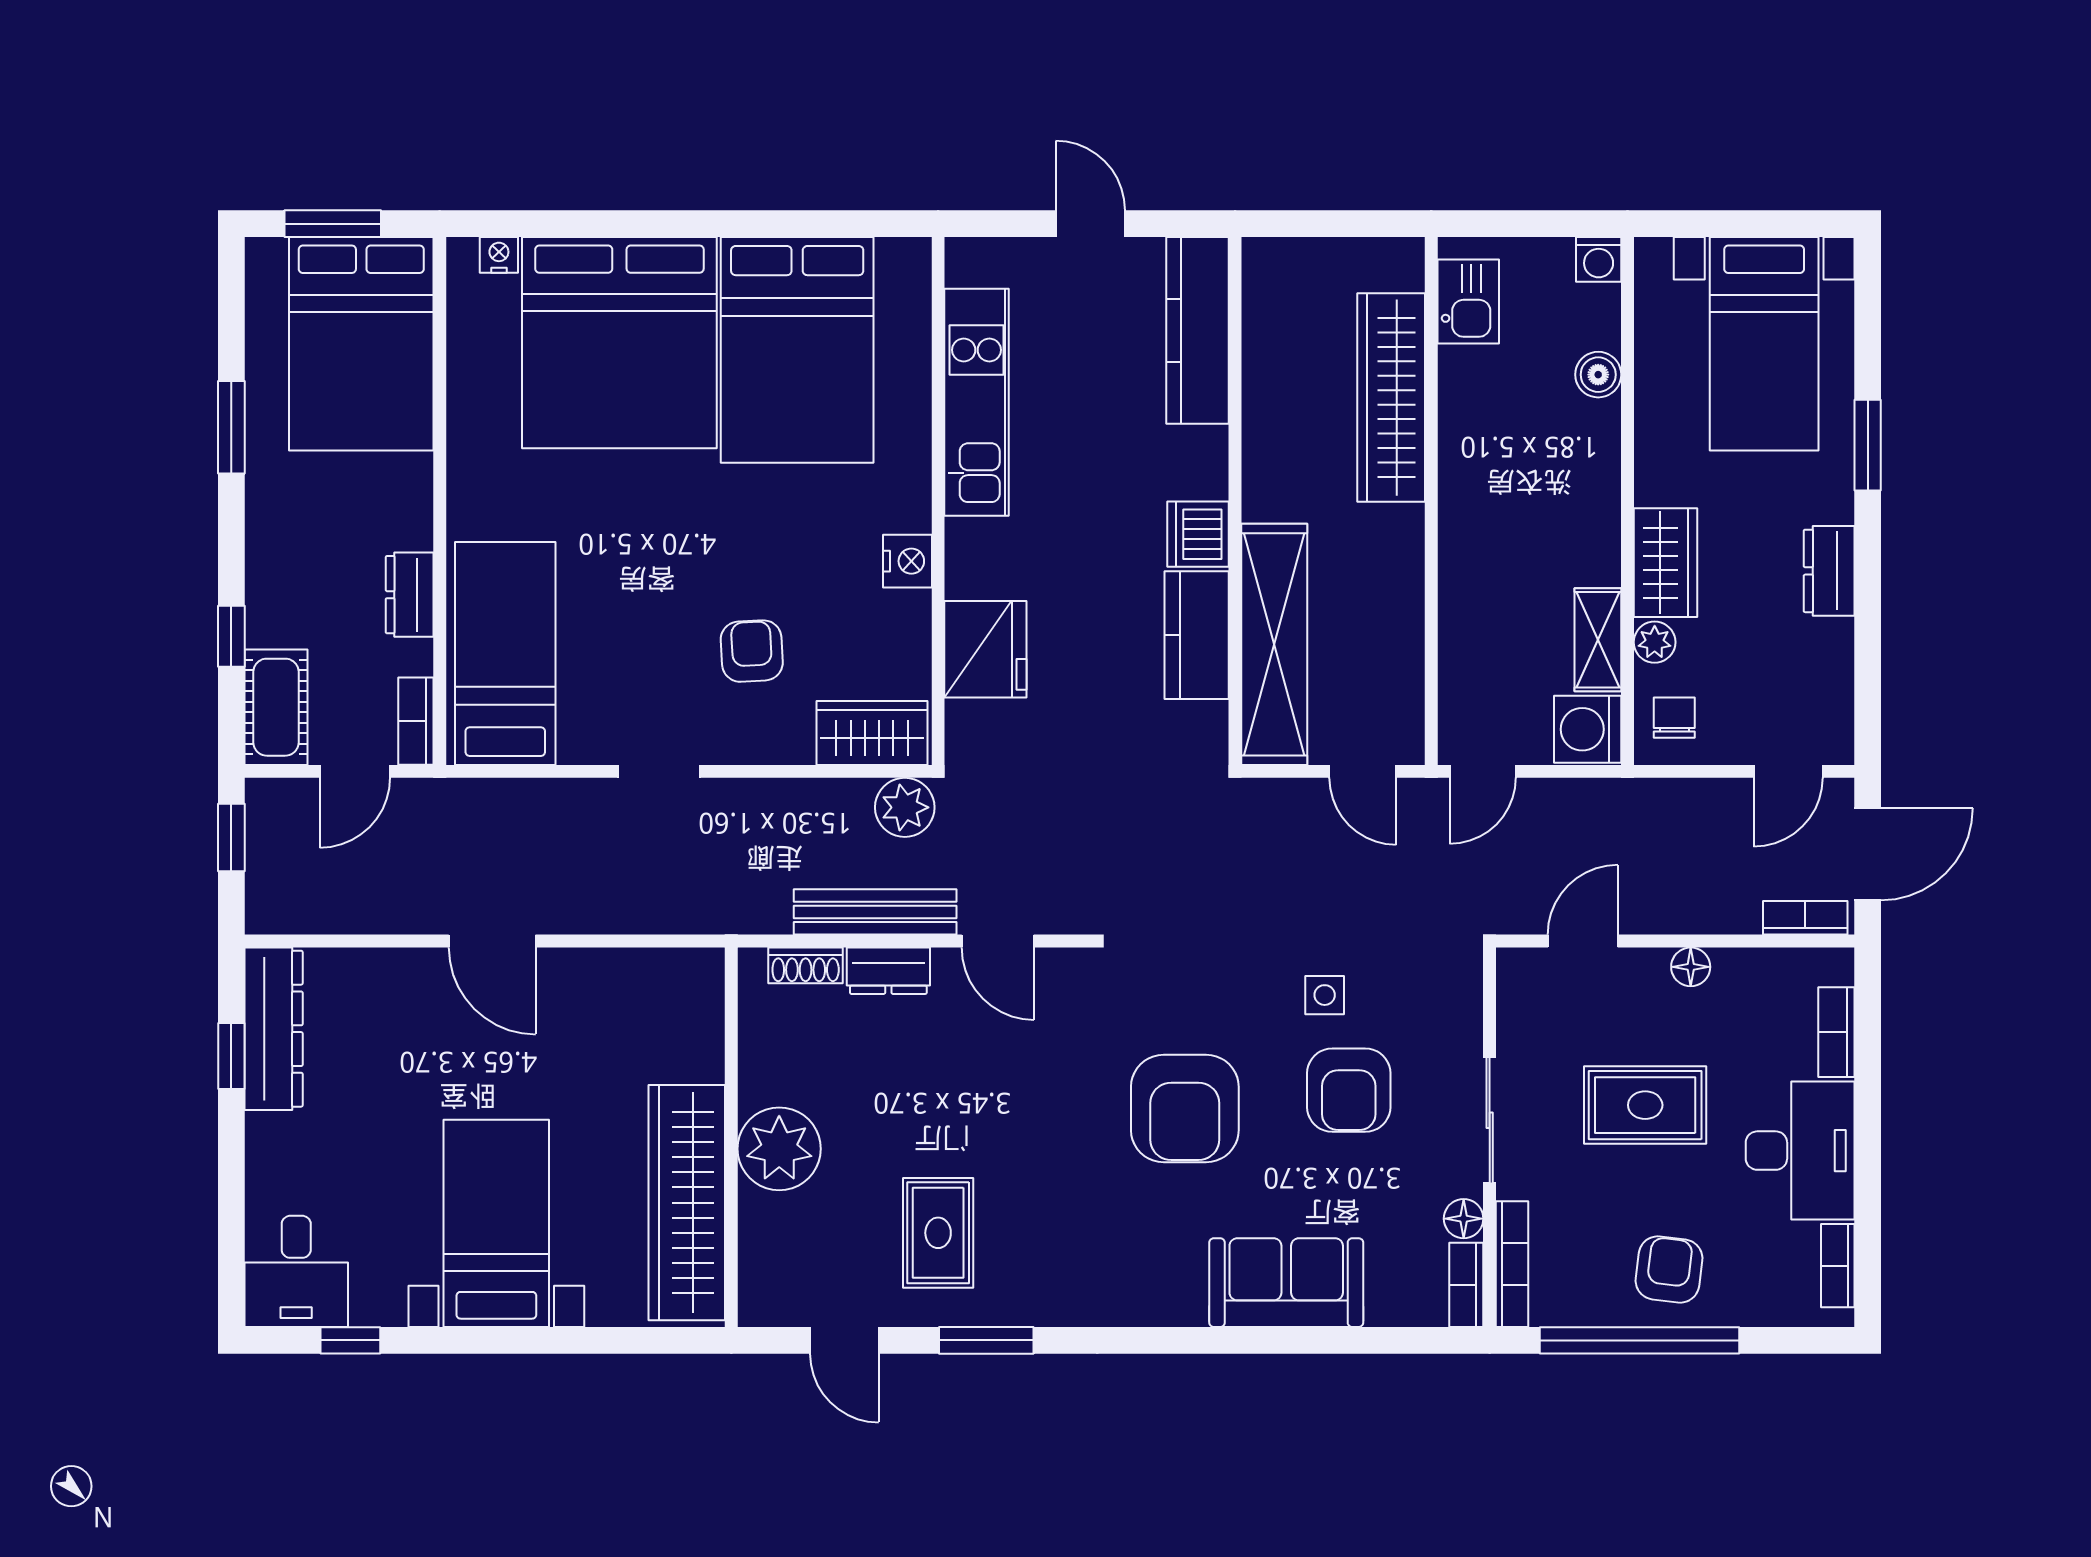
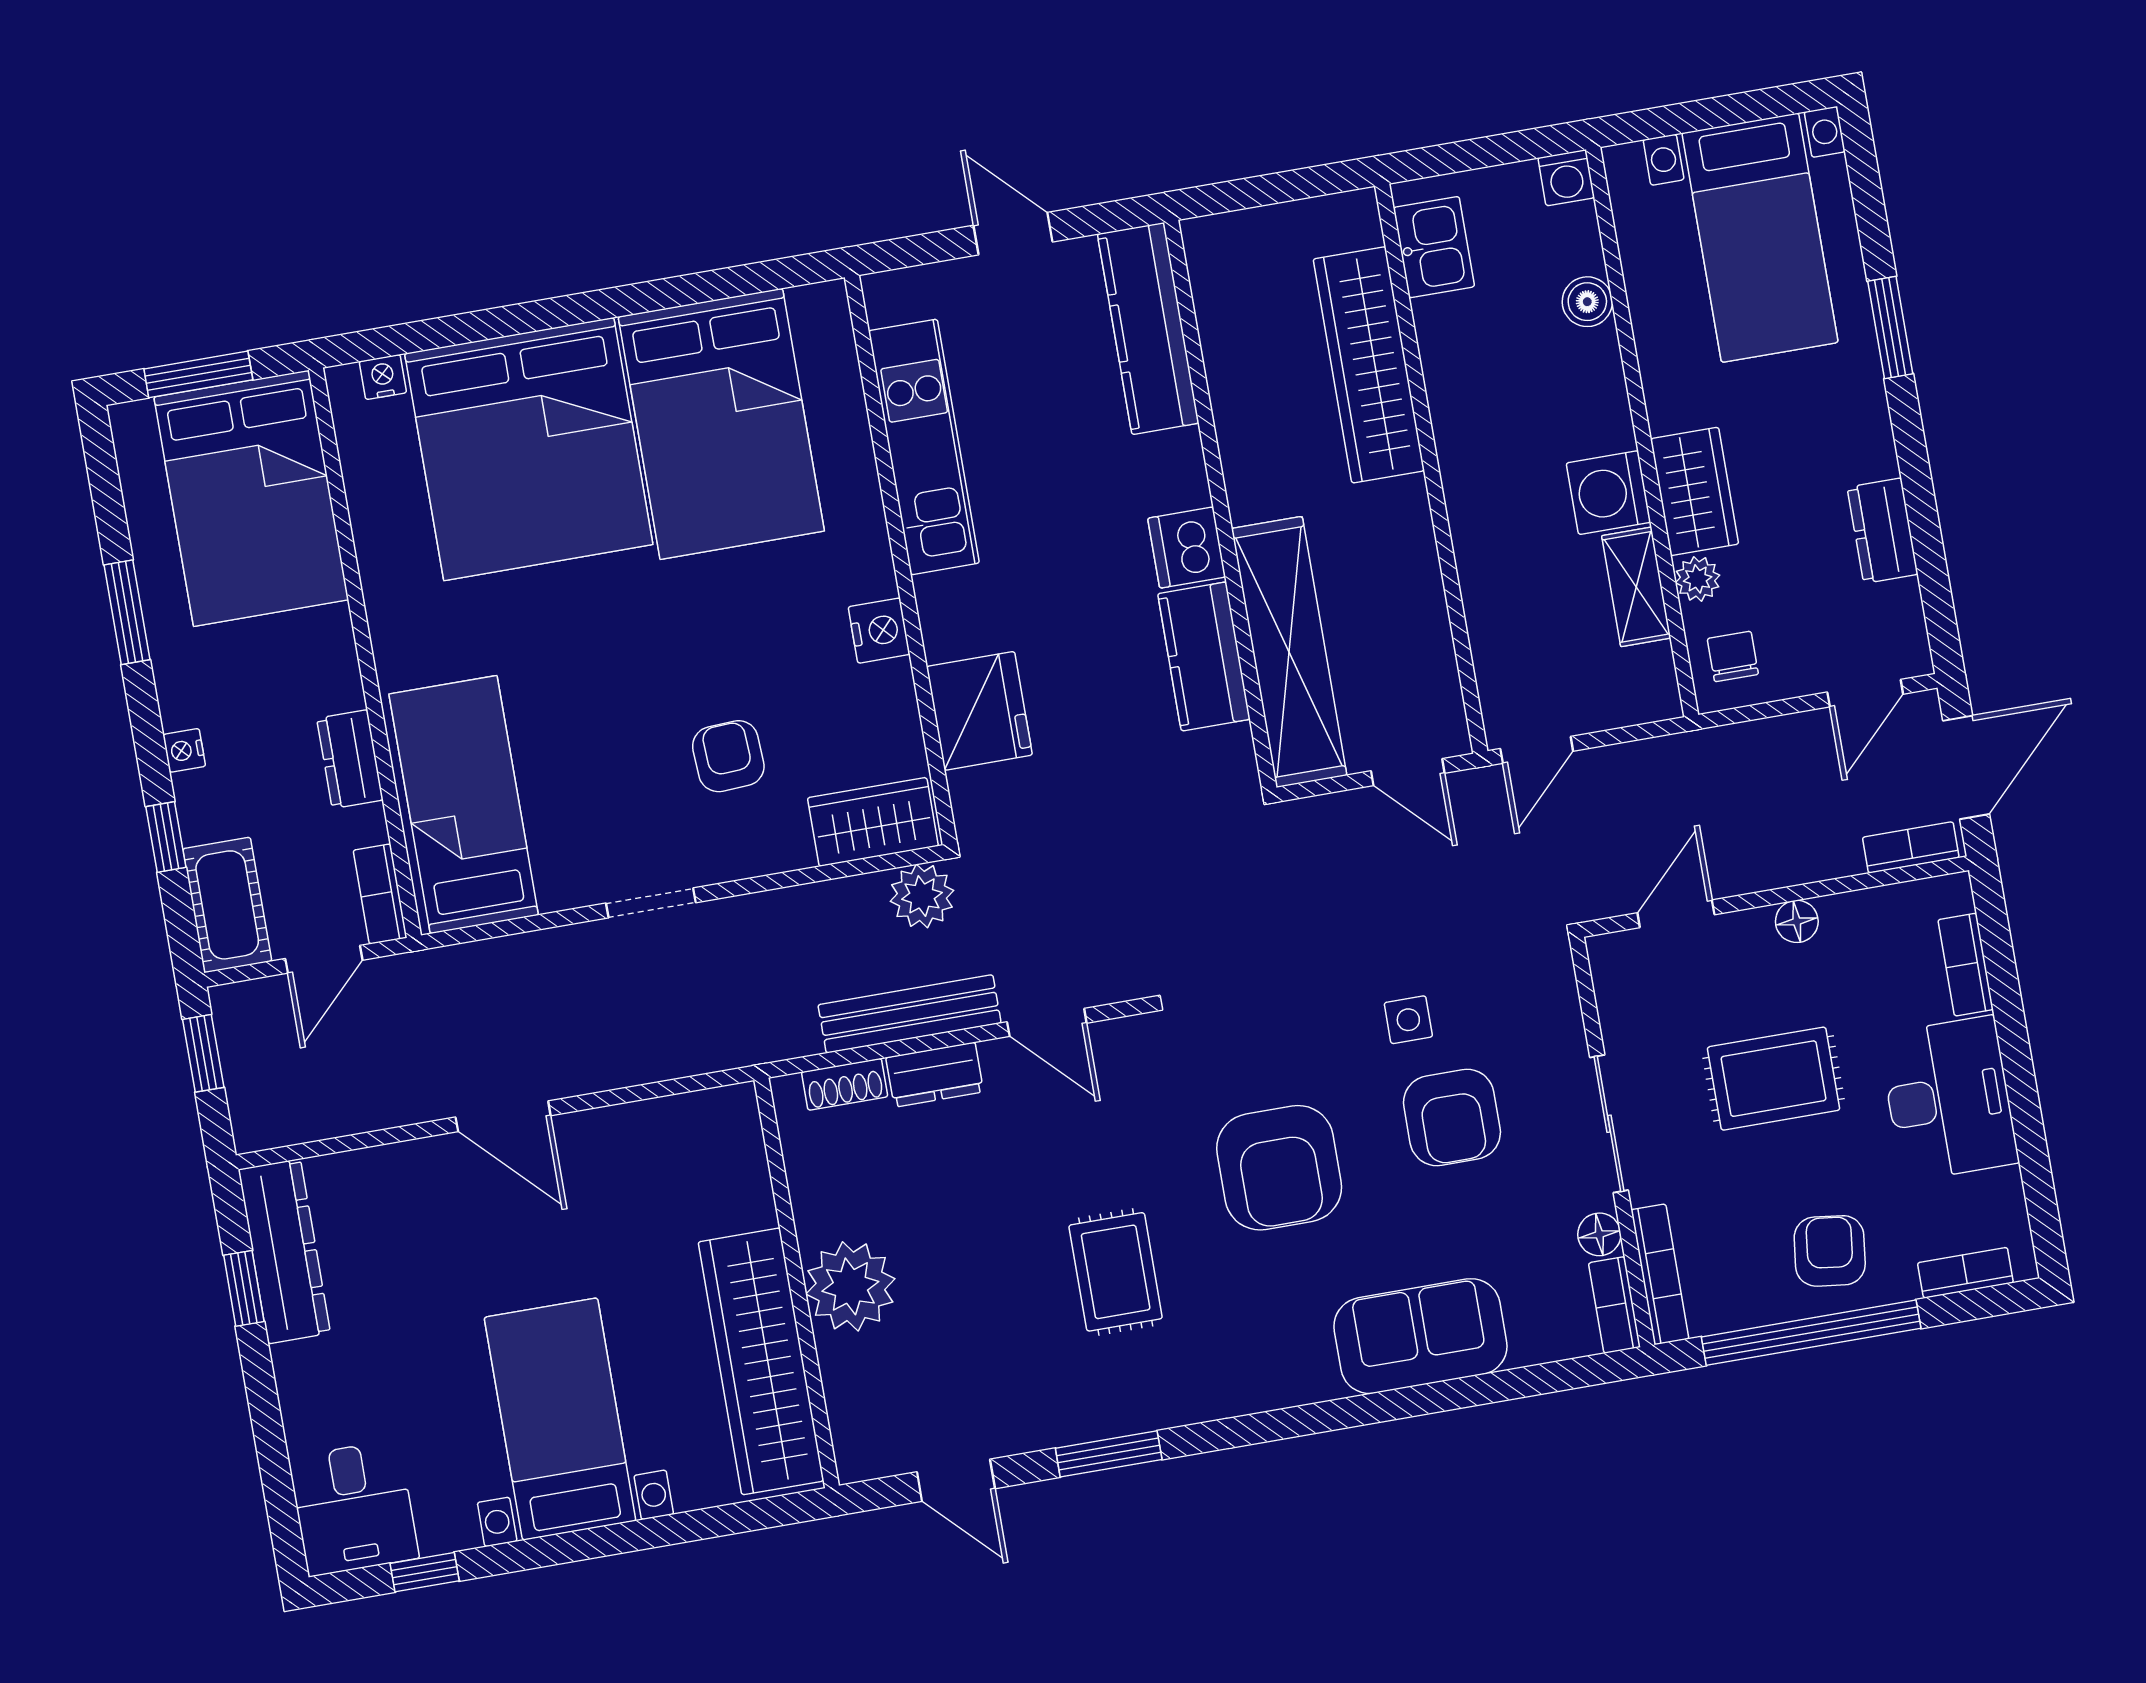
nightstand: (261, 561) -> (184, 750), added
dresser: (1829, 571) -> (1883, 531), moved
washing machine: (1588, 729) -> (1609, 493), moved
rug: (938, 1233) -> (1116, 1272), moved
bookcase: (1838, 1266) -> (1965, 1273), moved, turned 90

